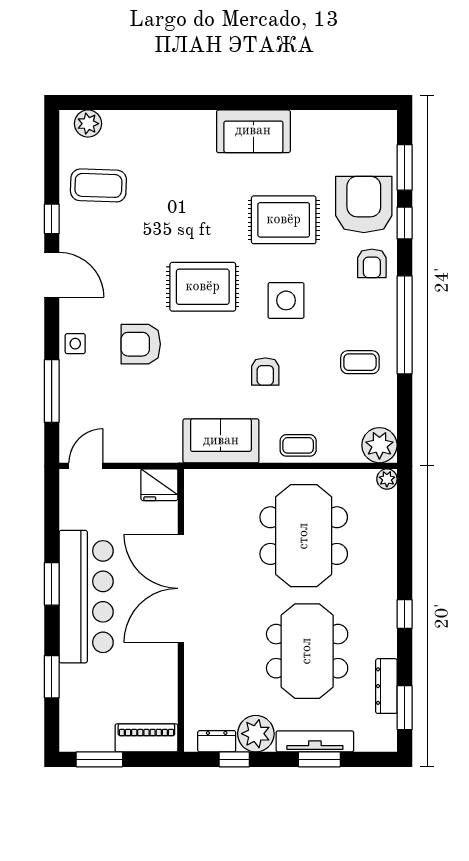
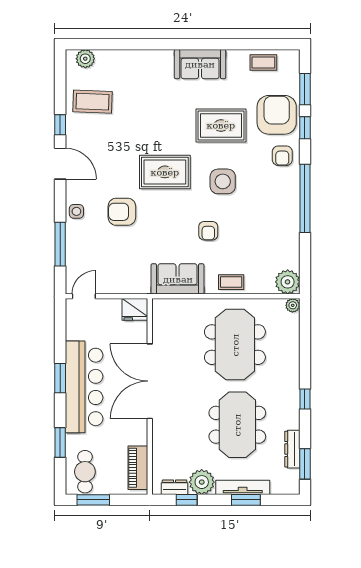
coffee table: (360, 362) -> (263, 62), moved
cafe table: (88, 719) -> (85, 472), added
piano: (146, 738) -> (138, 468), moved, turned -90

